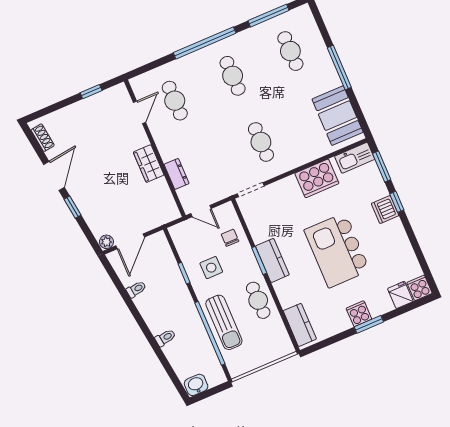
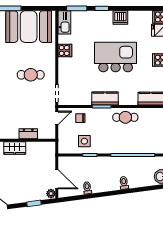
booth: (338, 116) -> (29, 27), width x1.36, depth x1.42
cooker: (317, 178) -> (65, 51), width x0.53, depth x0.76
window: (73, 207) -> (34, 203), moved
dishwasher: (385, 210) -> (120, 17), moved
door: (201, 211) -> (57, 118), moved
kitchen island: (337, 250) -> (116, 57), turned 180
side table: (211, 268) -> (84, 141), moved
sun lounger: (224, 322) -> (130, 144), removed

